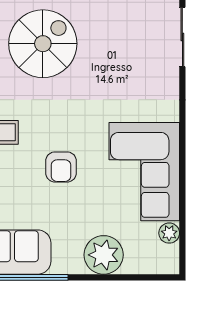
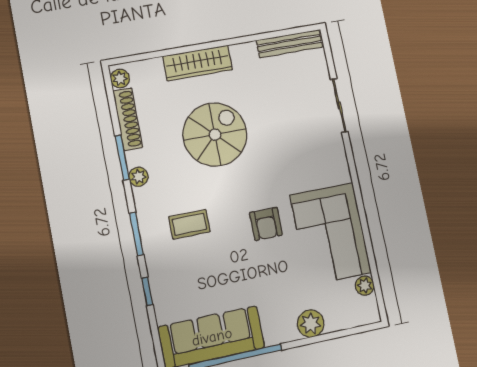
armchair: (61, 167) -> (266, 224), moved
plant: (104, 255) -> (311, 324), width x0.73, depth x0.73

